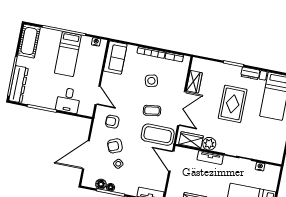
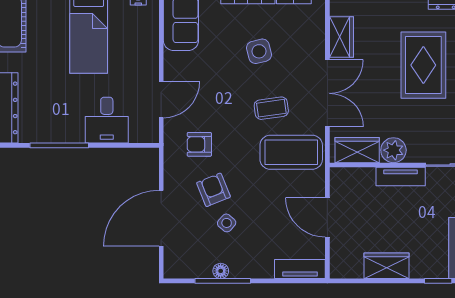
door: (98, 95) -> (161, 100), hinge flipped
armchair: (115, 146) -> (213, 190), turned 90
door: (171, 161) -> (327, 217), moved
floor lamp: (101, 184) -> (201, 269), removed

